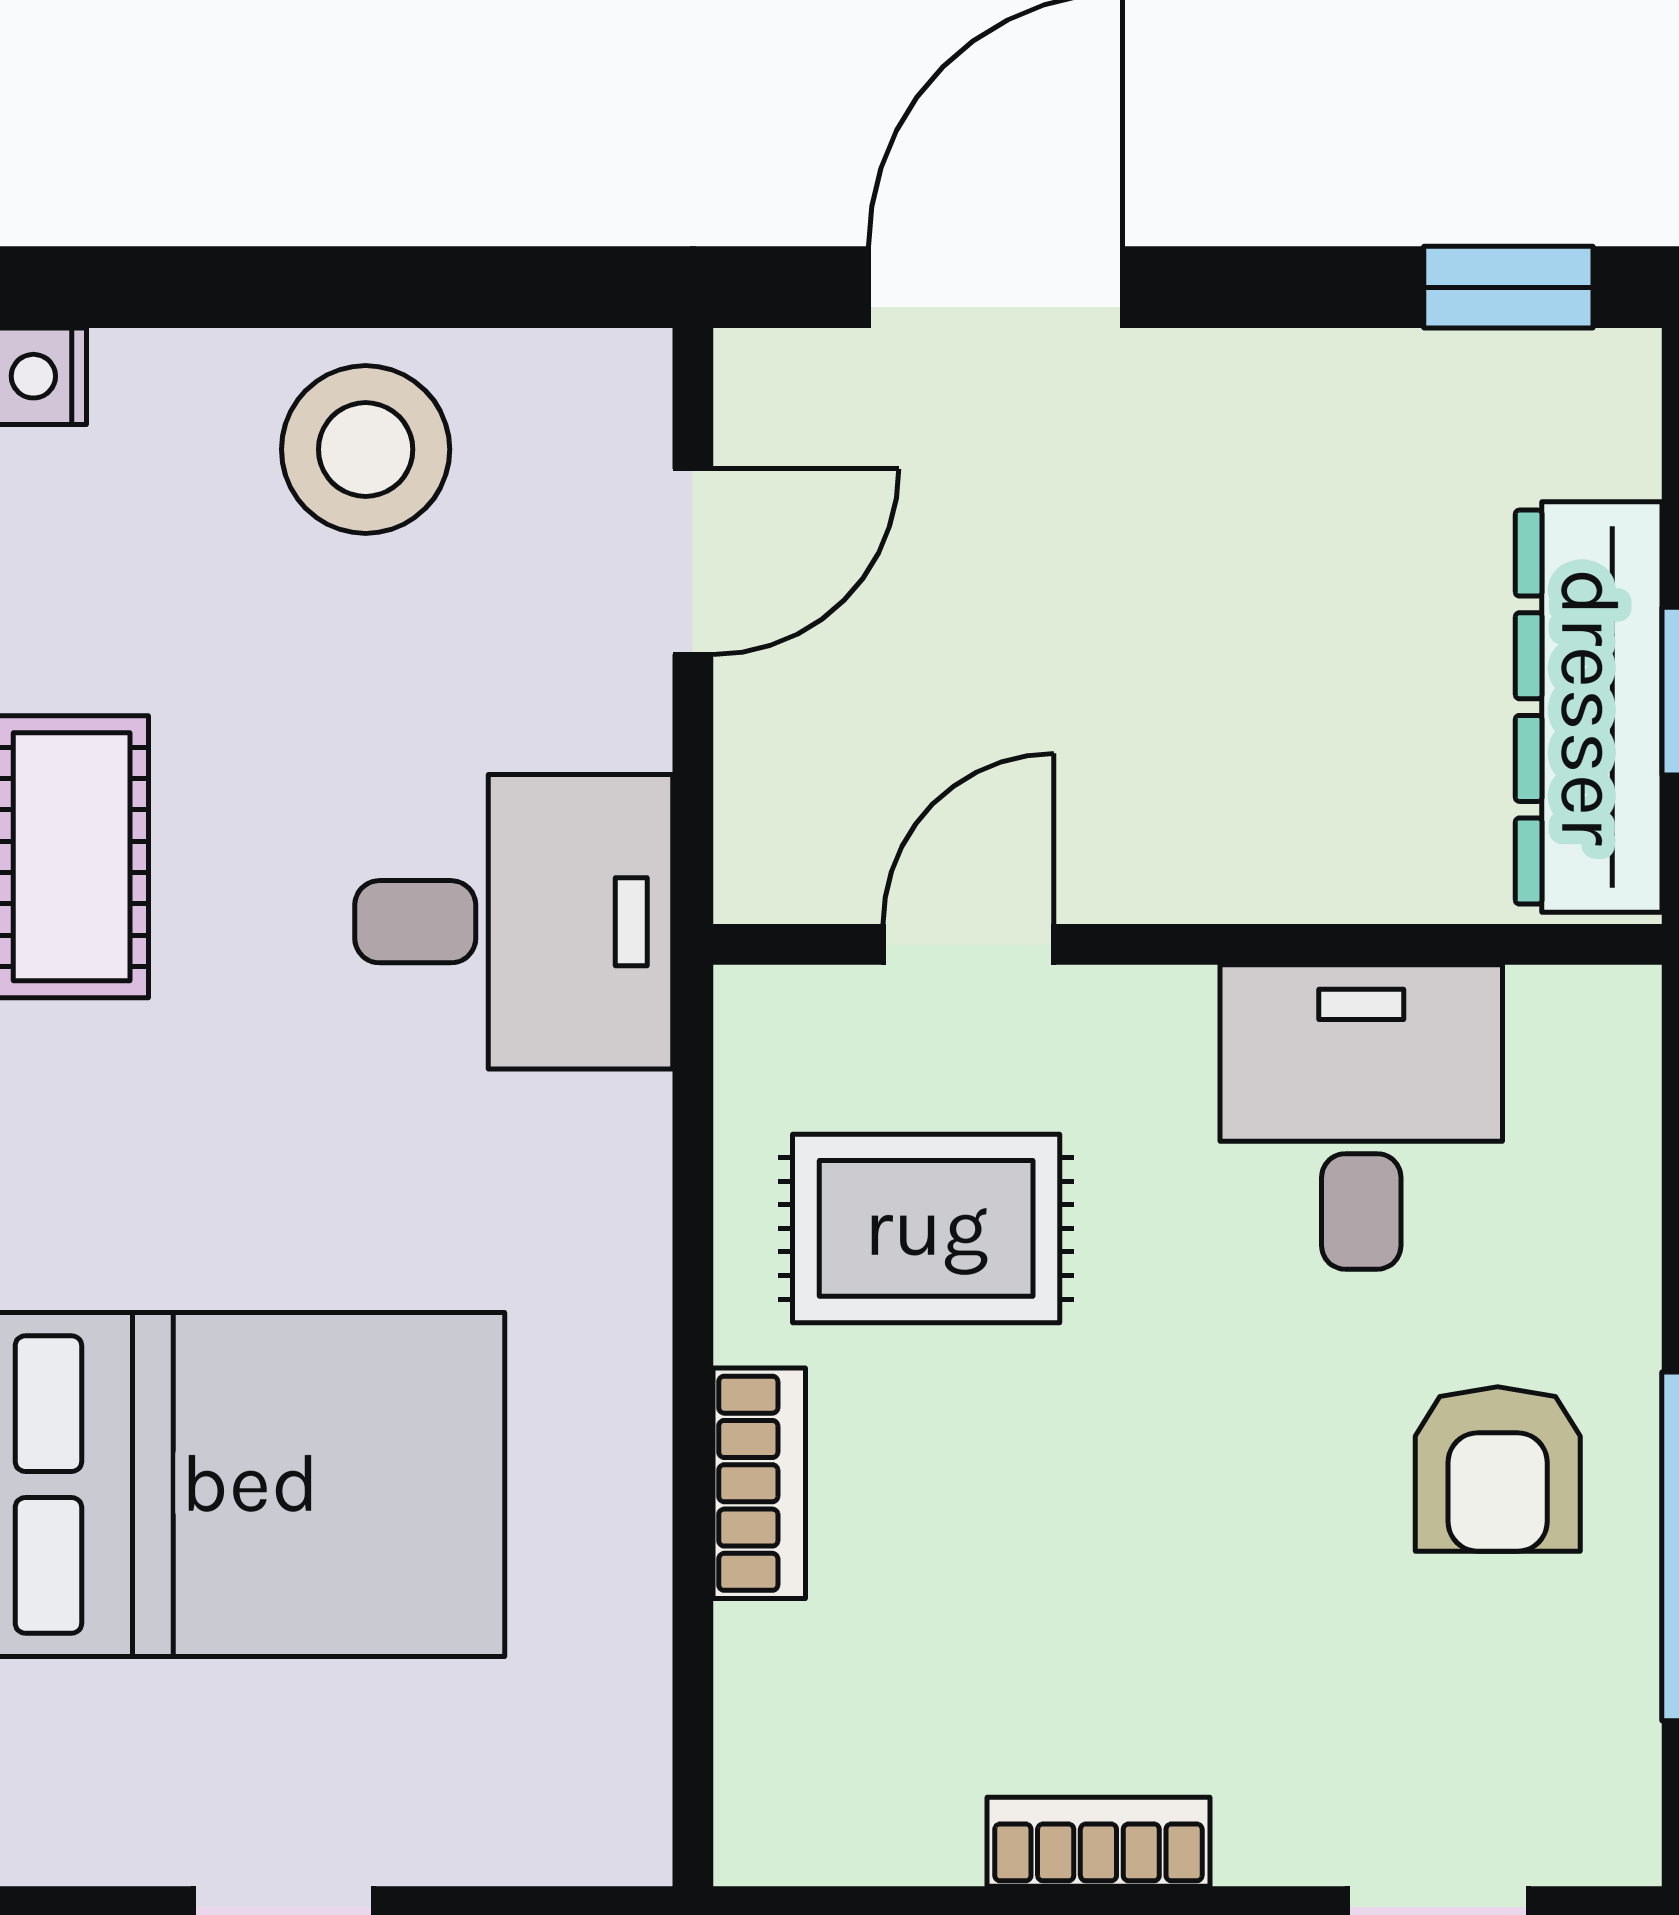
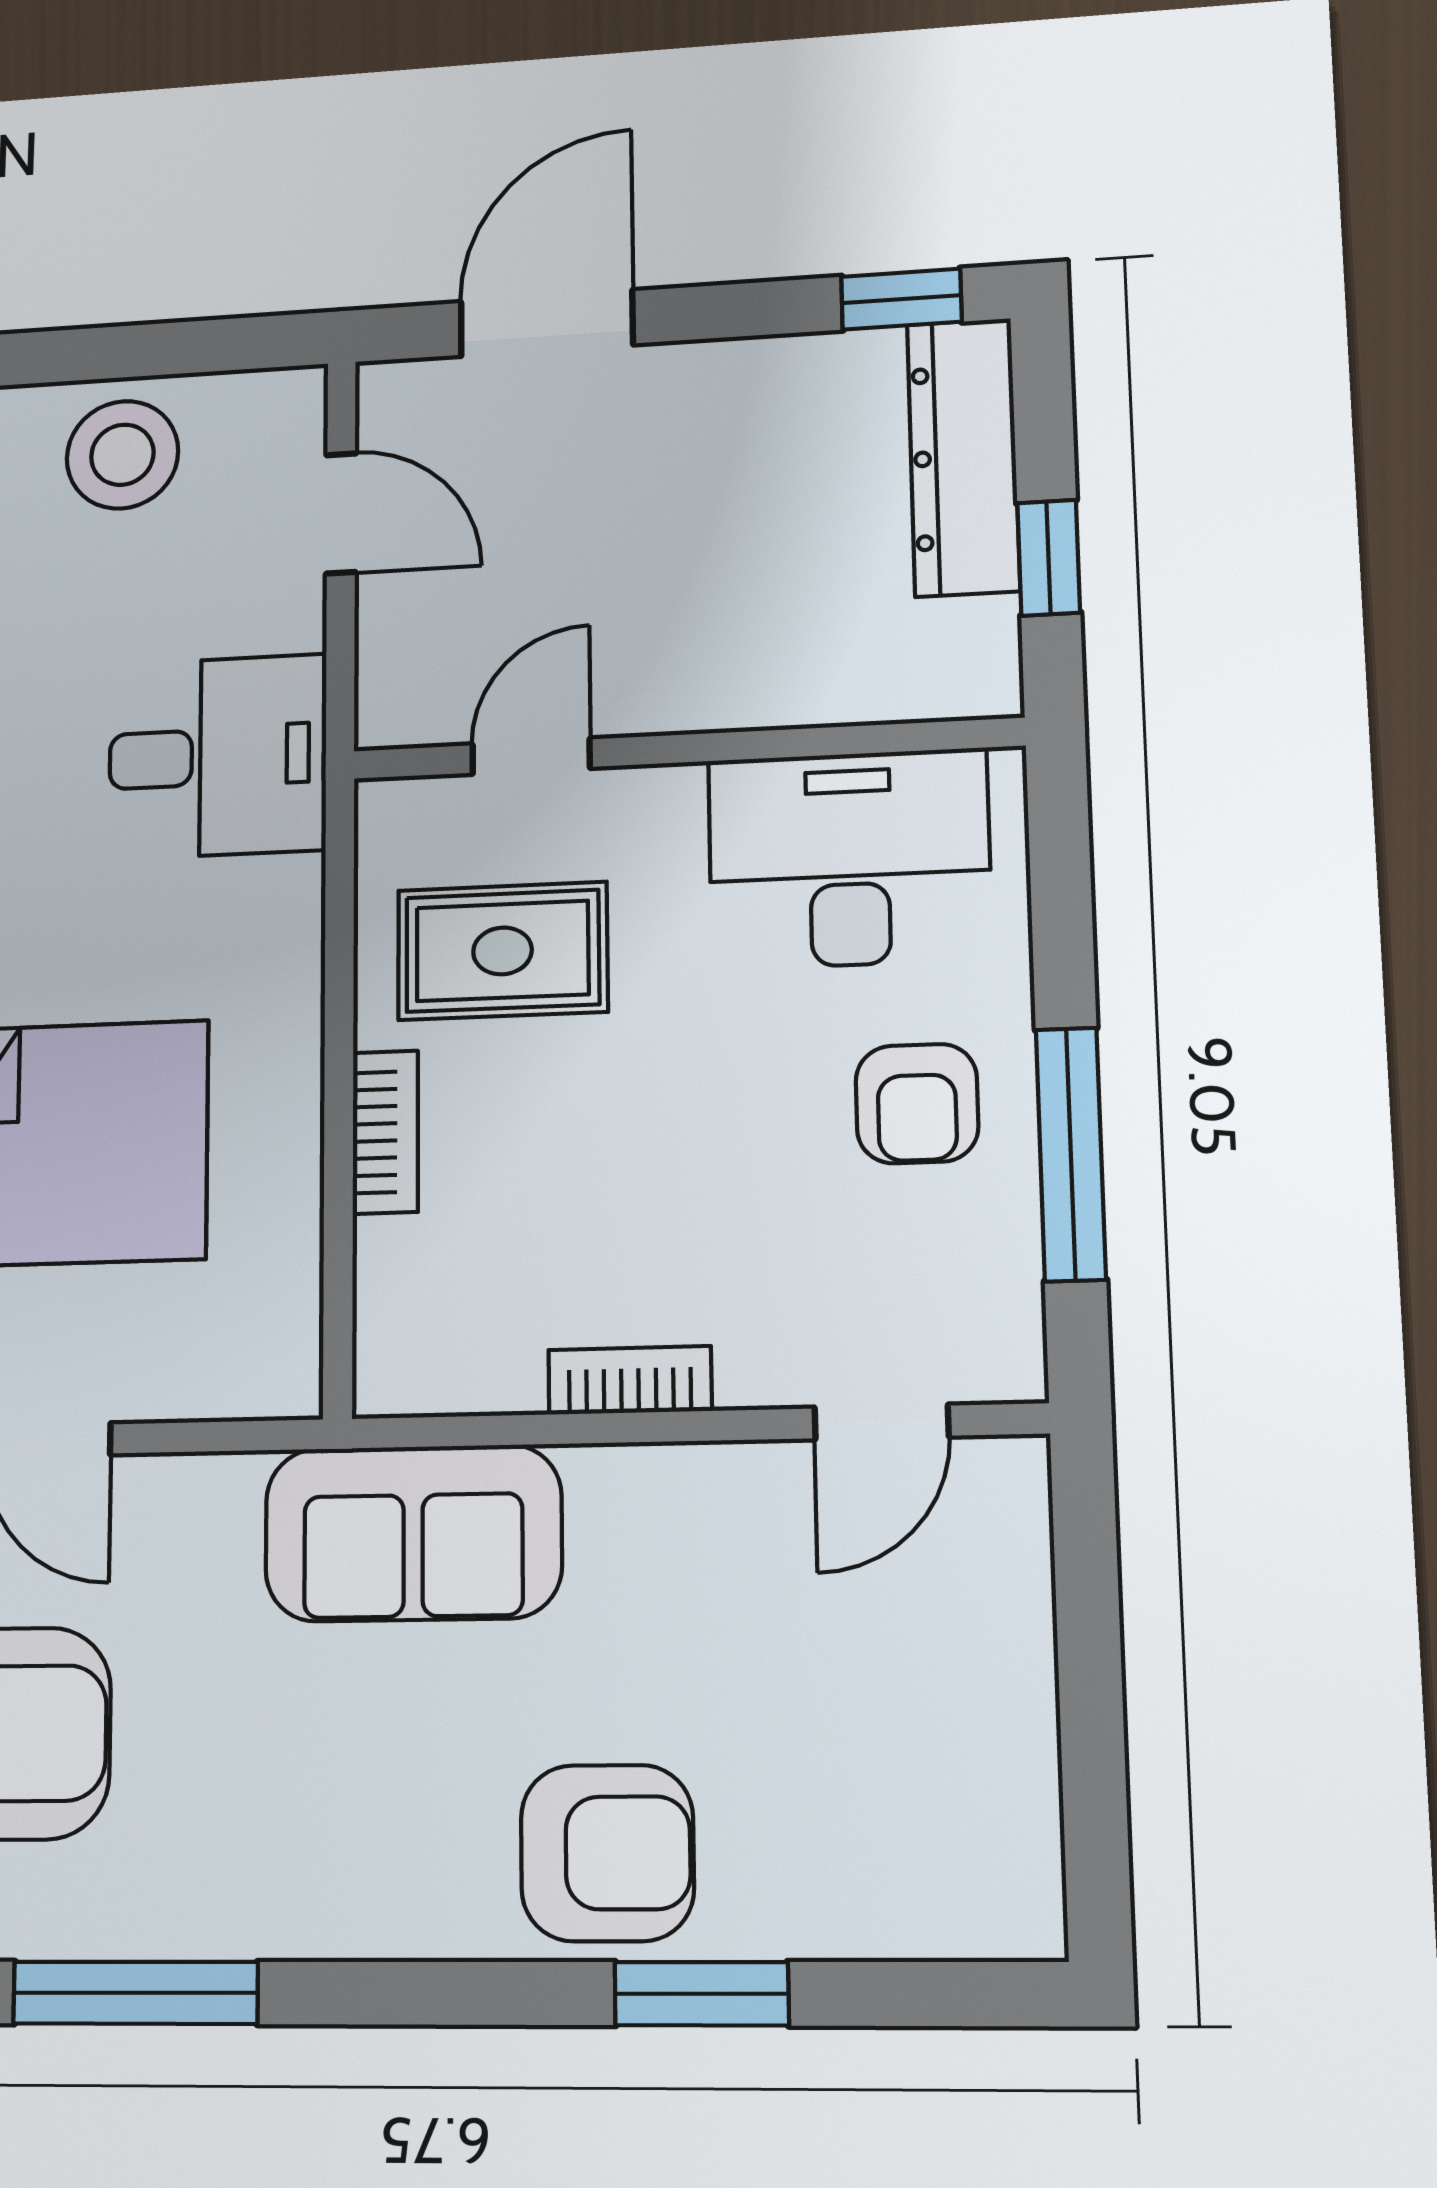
door: (693, 562) -> (341, 513), hinge flipped
dresser: (1589, 707) -> (963, 457), moved
desk: (1361, 1117) -> (849, 859), width x1.37

